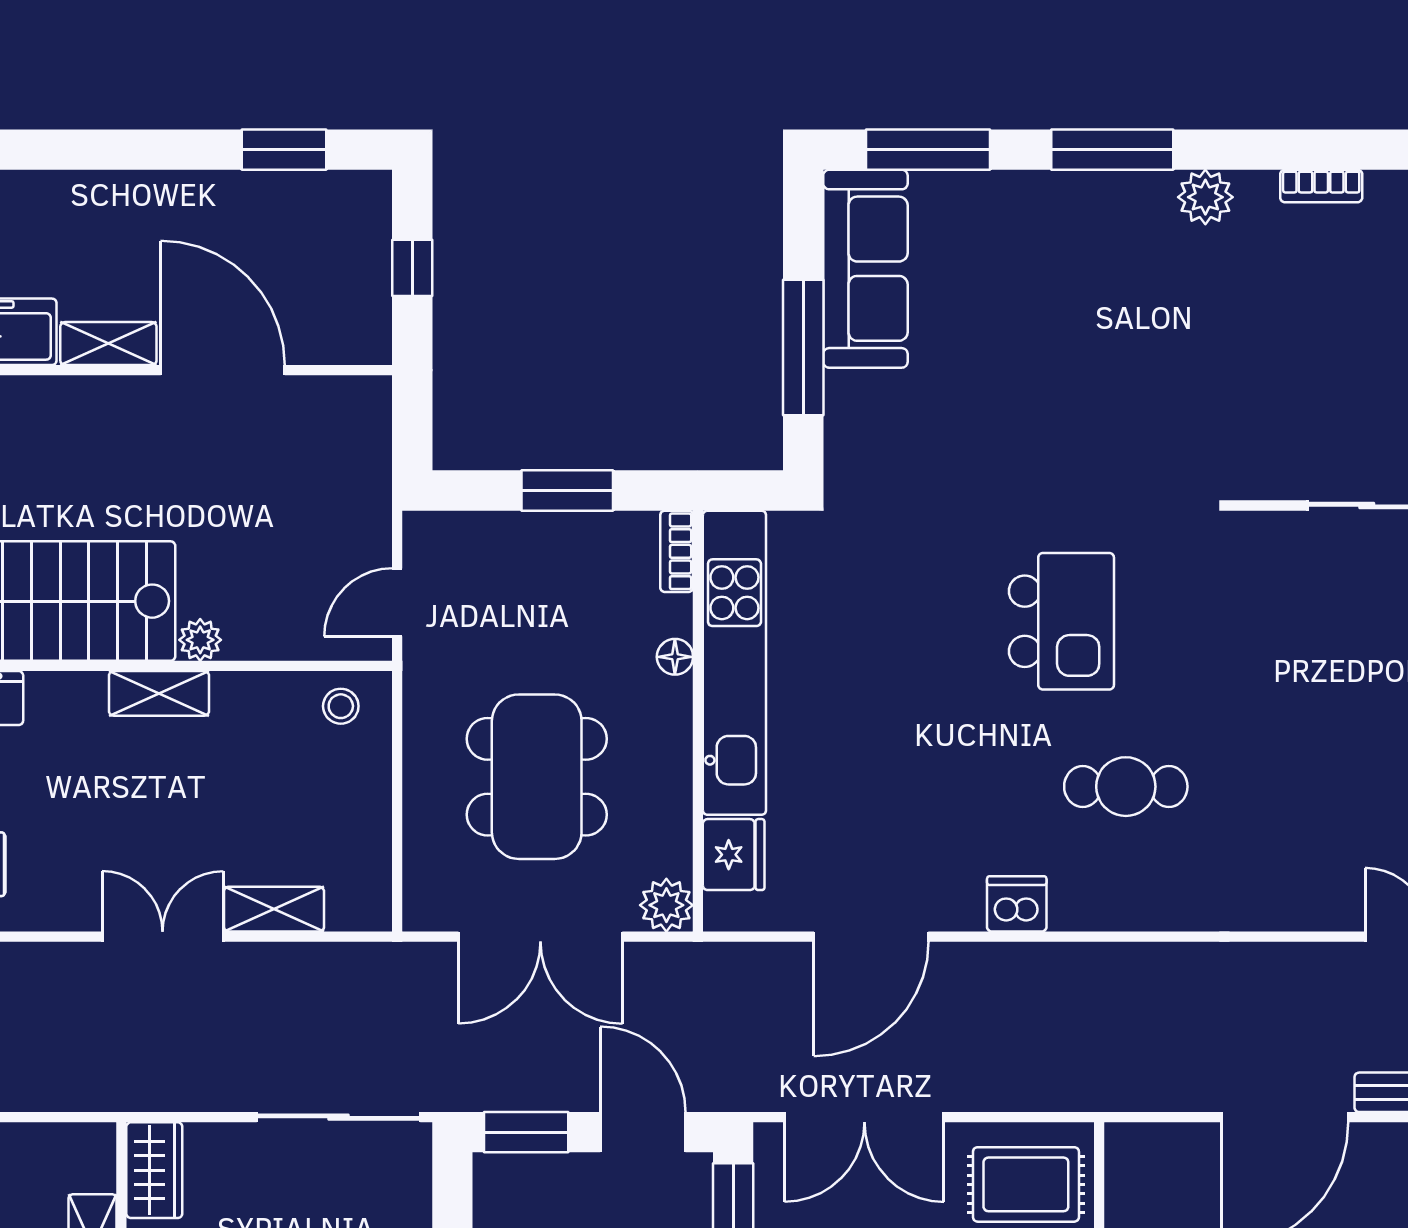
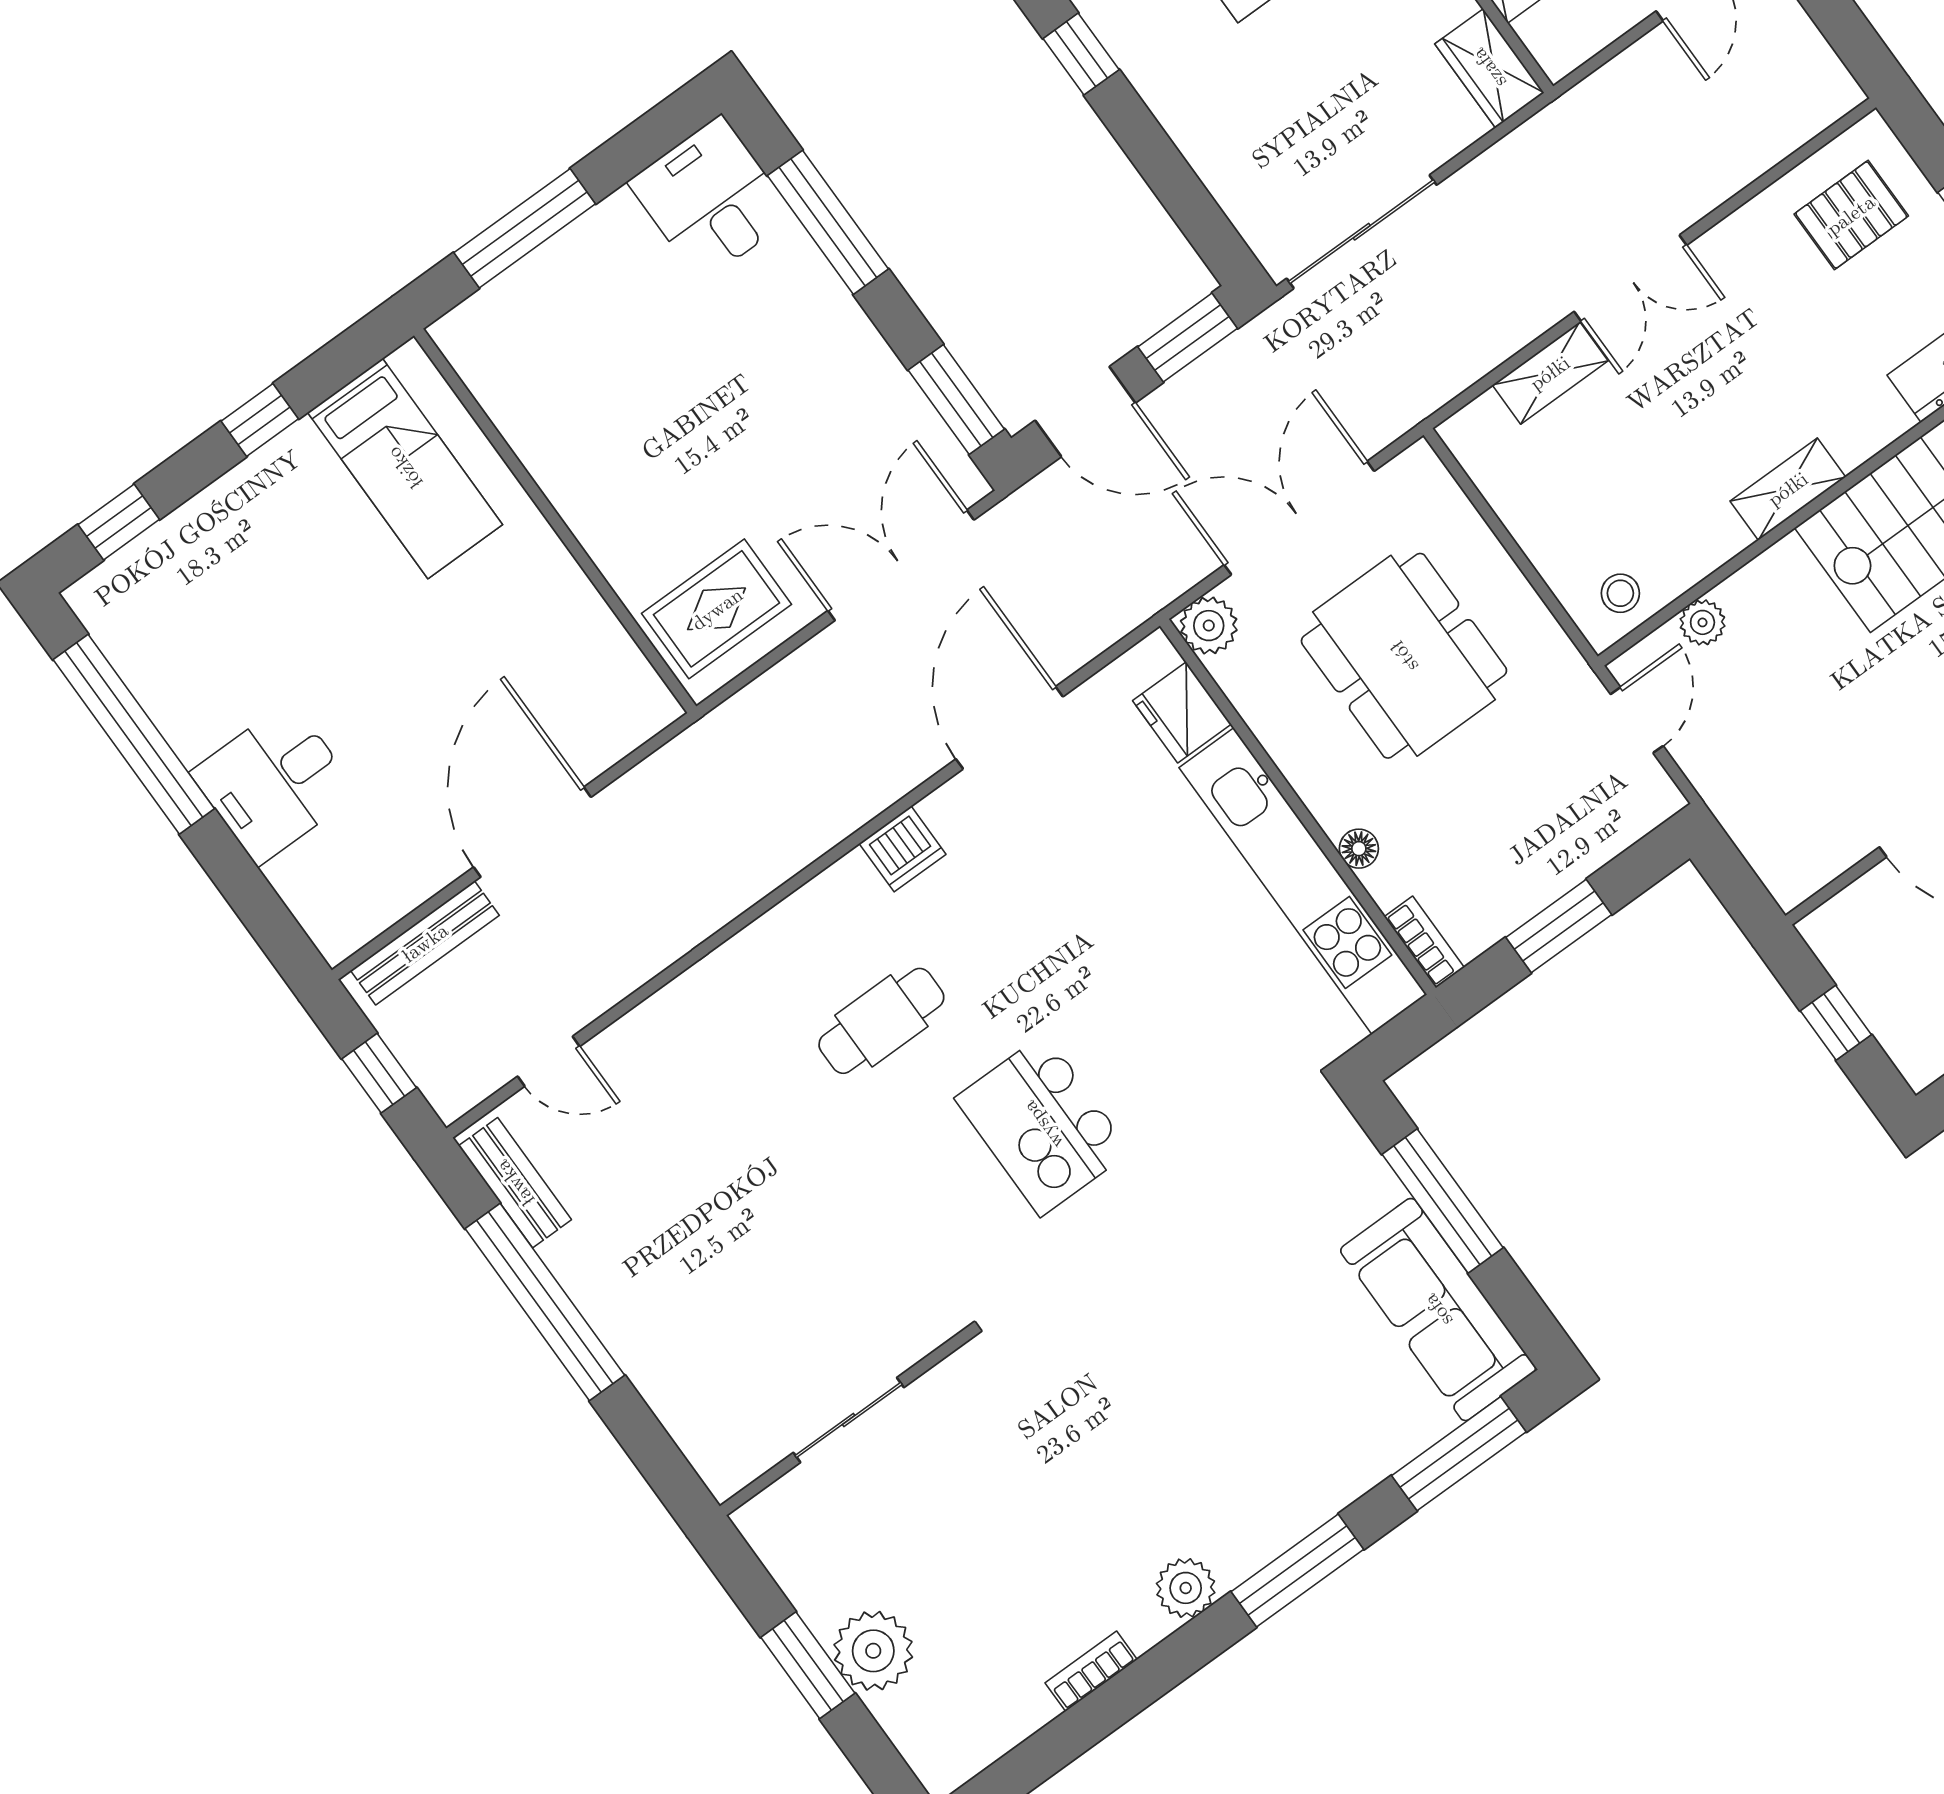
plant: (200, 640) -> (1702, 622), moved

